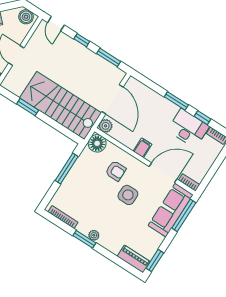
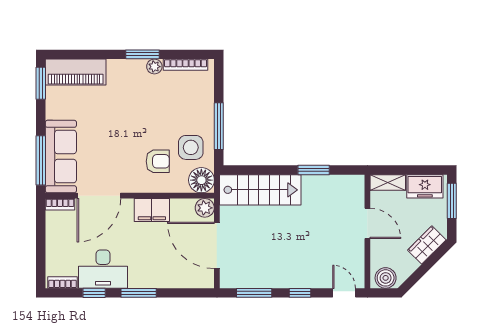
stairs: (61, 105) -> (260, 190), width x0.73, depth x0.66
filing cabinet: (143, 148) -> (152, 210), width x2.00
armchair: (116, 171) -> (158, 161), turned 180
side table: (128, 195) -> (191, 147), moved
plant: (94, 235) -> (154, 67), moved
piano: (134, 259) -> (76, 72), width x1.37, depth x1.33

